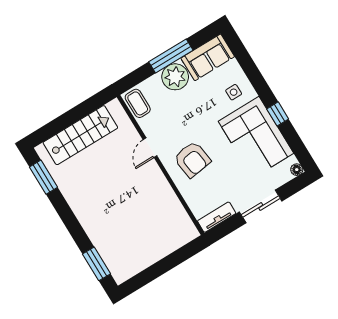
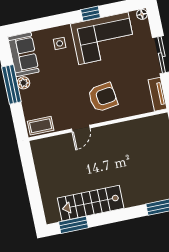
plant: (175, 77) -> (23, 83), width x0.53, depth x0.53
stairs: (80, 135) -> (91, 203), moved, turned -90
door: (150, 148) -> (81, 129), hinge flipped

